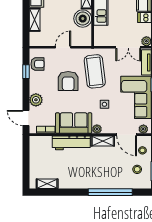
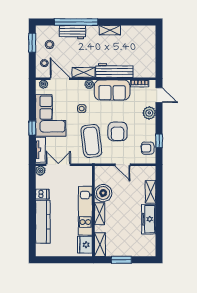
door: (63, 47) -> (123, 165), hinge flipped
armchair: (68, 81) -> (118, 131), turned 180
workbench: (114, 182) -> (72, 32), added
shelving: (47, 184) -> (110, 30), moved

